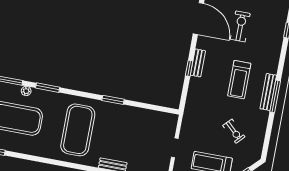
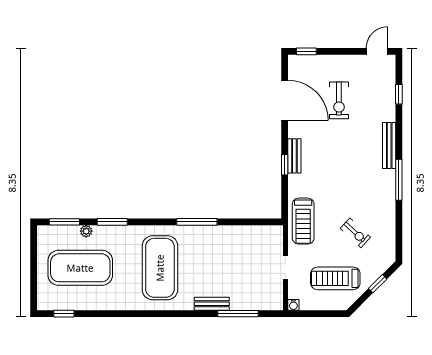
exercise bike: (240, 26) -> (339, 100), turned 180
treadmill: (239, 80) -> (303, 221), moved
bench: (268, 92) -> (389, 145), moved
window: (113, 100) -> (197, 222), width x1.44

